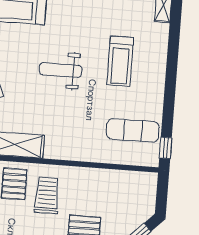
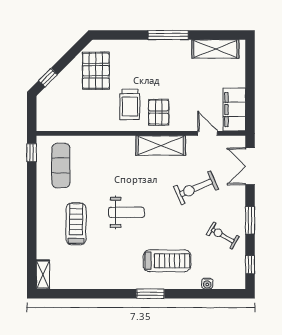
exercise mat: (133, 130) -> (61, 166), turned 90

